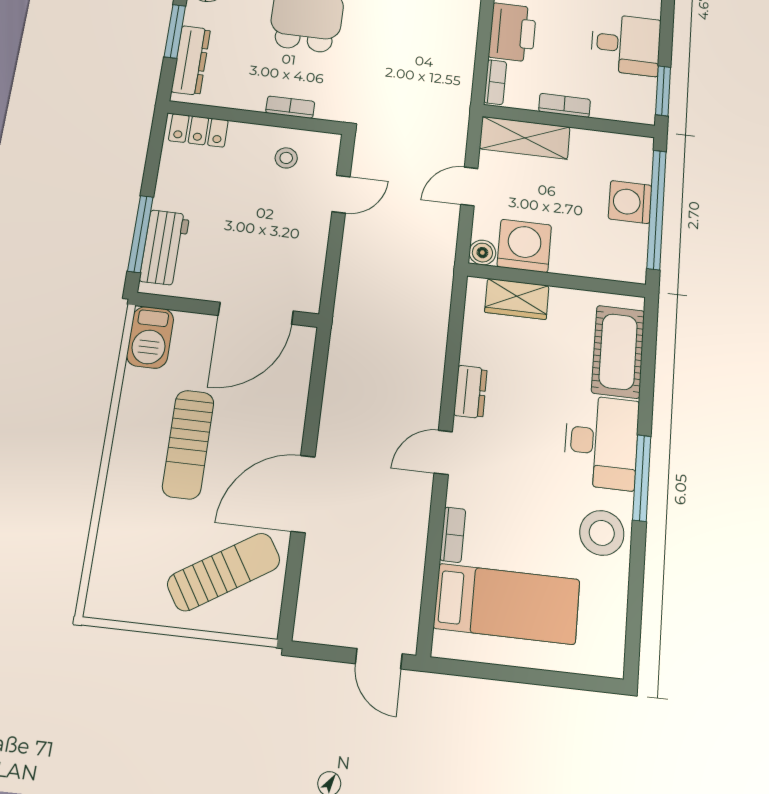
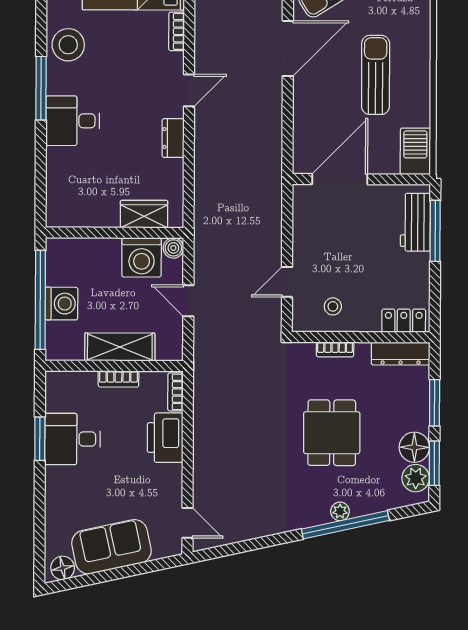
dresser: (191, 60) -> (401, 354), moved, turned -90
window: (663, 91) -> (40, 439), moved
shelving: (525, 138) -> (120, 347), moved
door: (469, 186) -> (188, 301), swing flipped
cot: (618, 352) -> (64, 182), removed
desk: (601, 442) -> (73, 121), width x0.73

